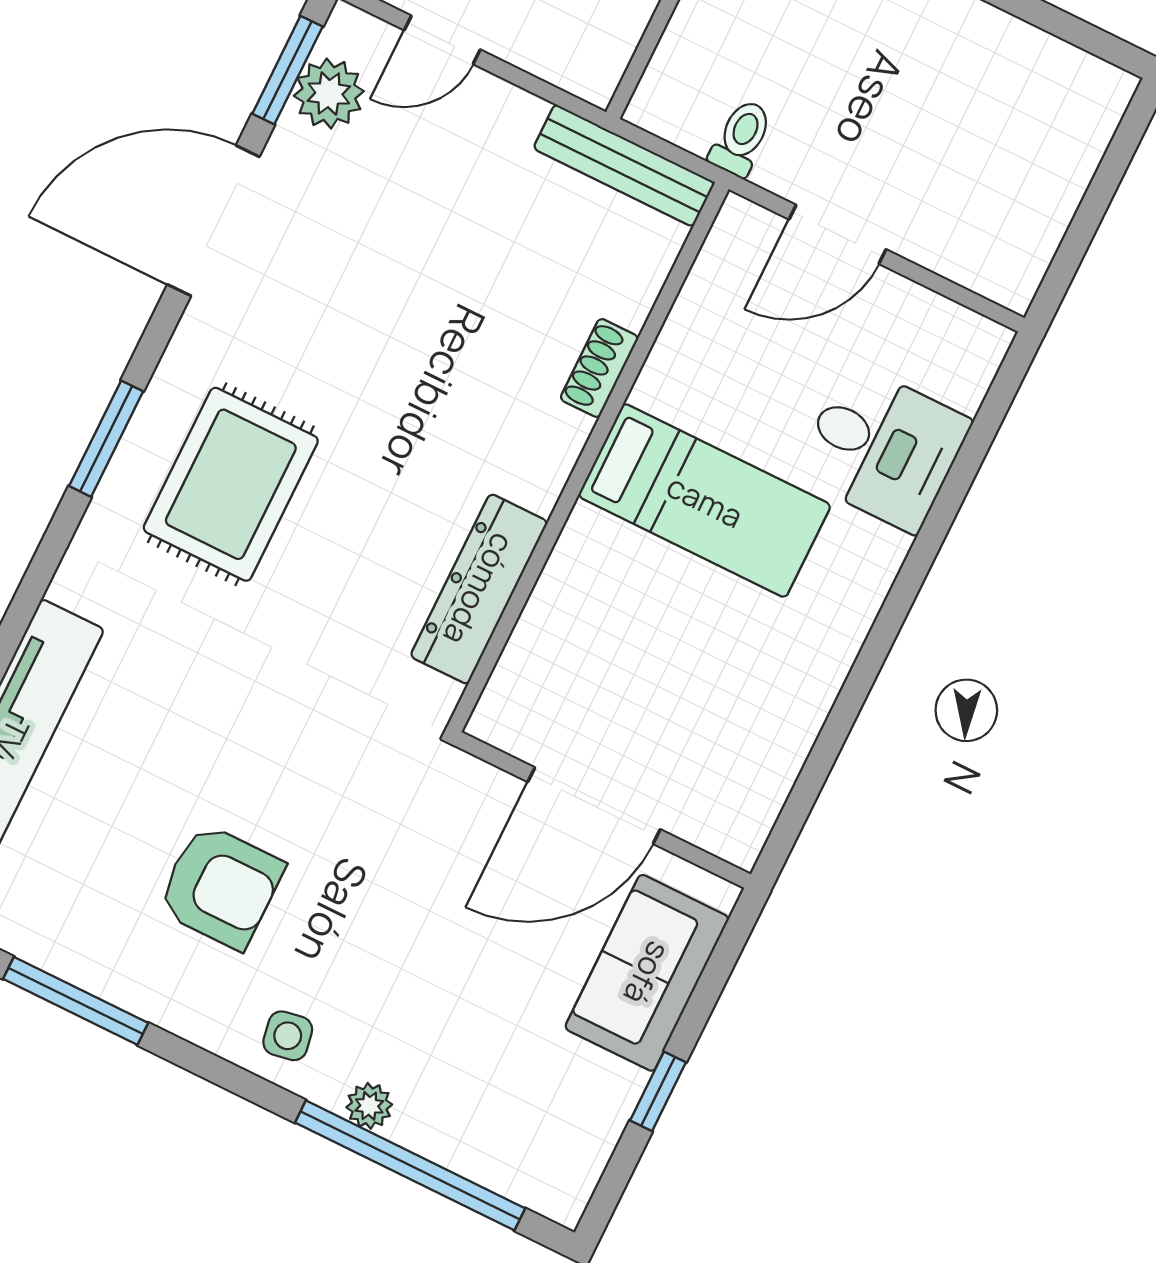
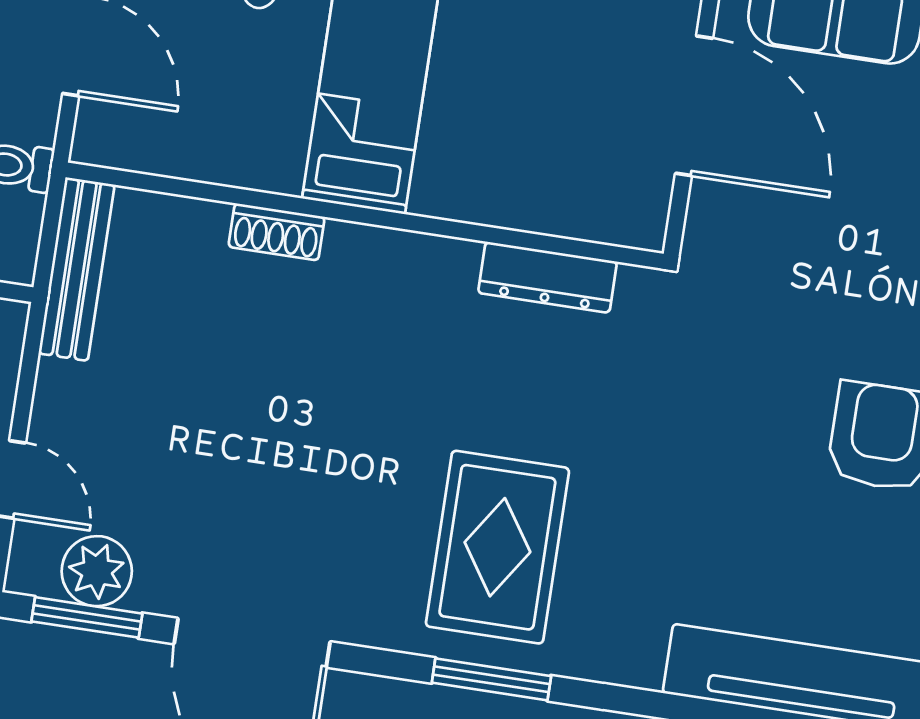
rug: (231, 484) -> (497, 547), turned 90
dresser: (479, 589) -> (548, 277), width x0.73, depth x0.80

